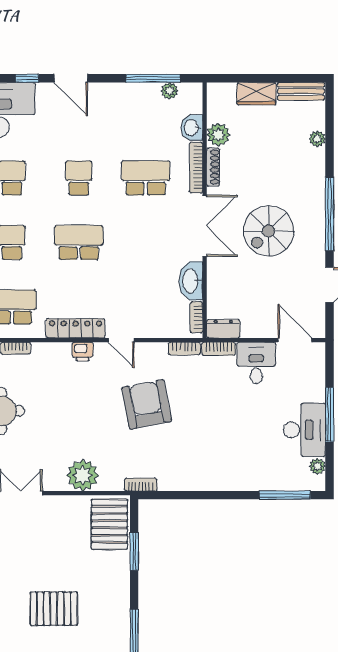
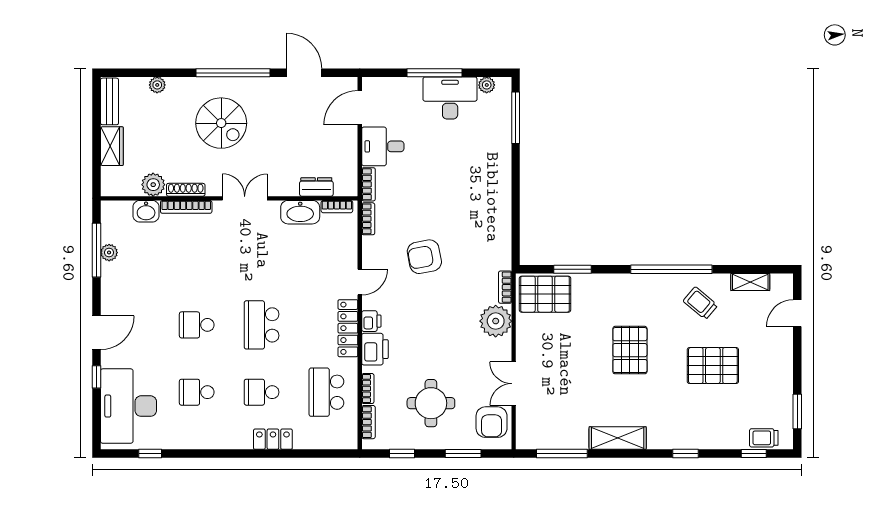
plant: (170, 91) -> (109, 253), moved
school desk: (146, 178) -> (197, 258), removed
double door: (205, 226) -> (245, 198), width x0.73
spiral stairs: (269, 231) -> (221, 123), moved
dresser: (223, 329) -> (316, 187), moved, turned 90
printer: (55, 355) -> (375, 349), added
armchair: (147, 404) -> (424, 257), width x0.73, depth x0.73
bookcase: (141, 485) -> (505, 287), moved

